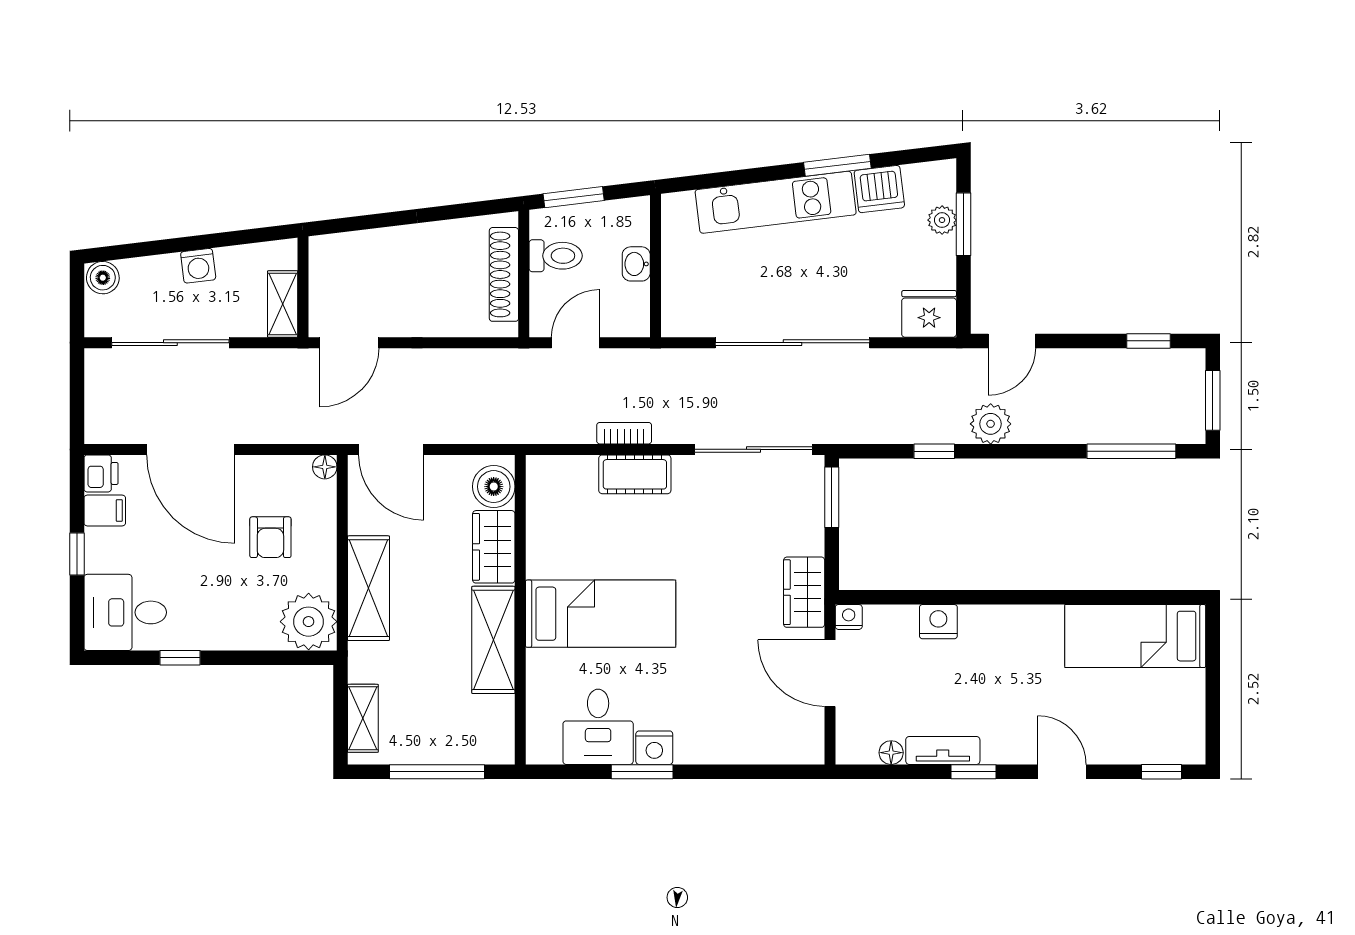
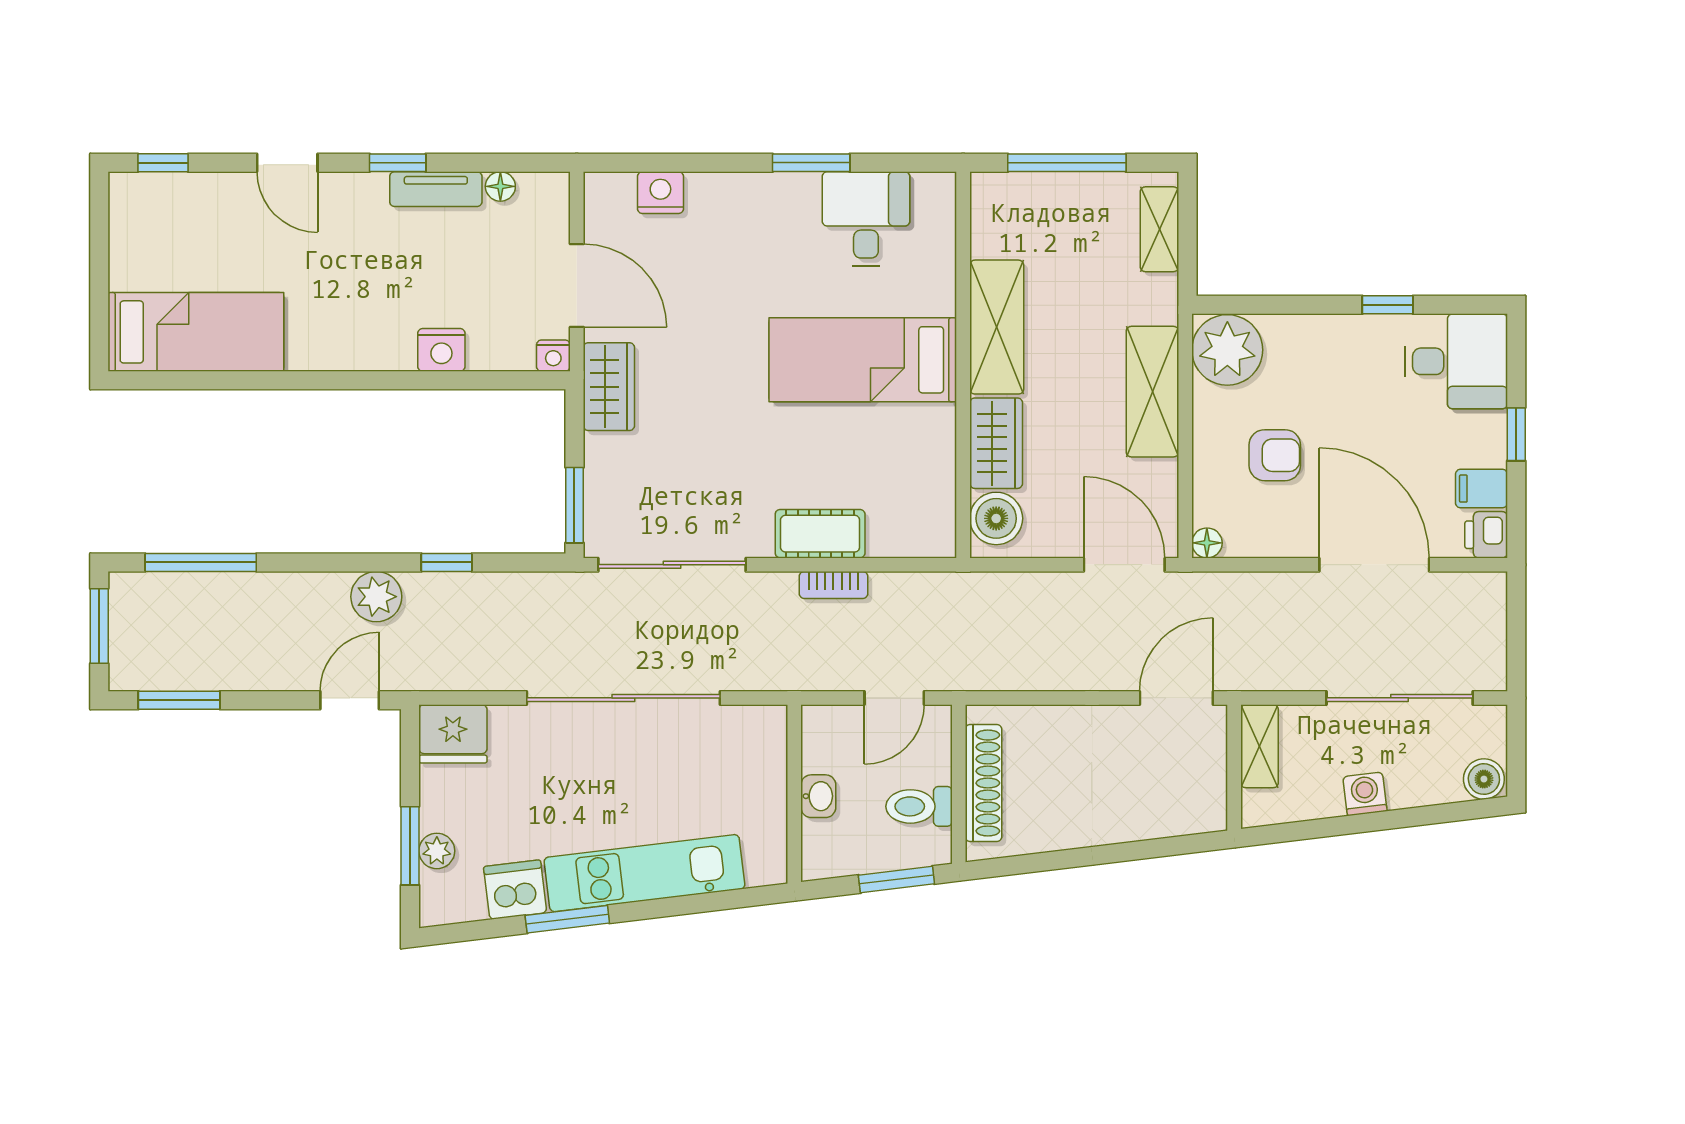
window: (1149, 341) -> (179, 700), width x1.50
armchair: (270, 537) -> (1275, 455), turned 90
nightstand: (654, 748) -> (660, 193), moved

